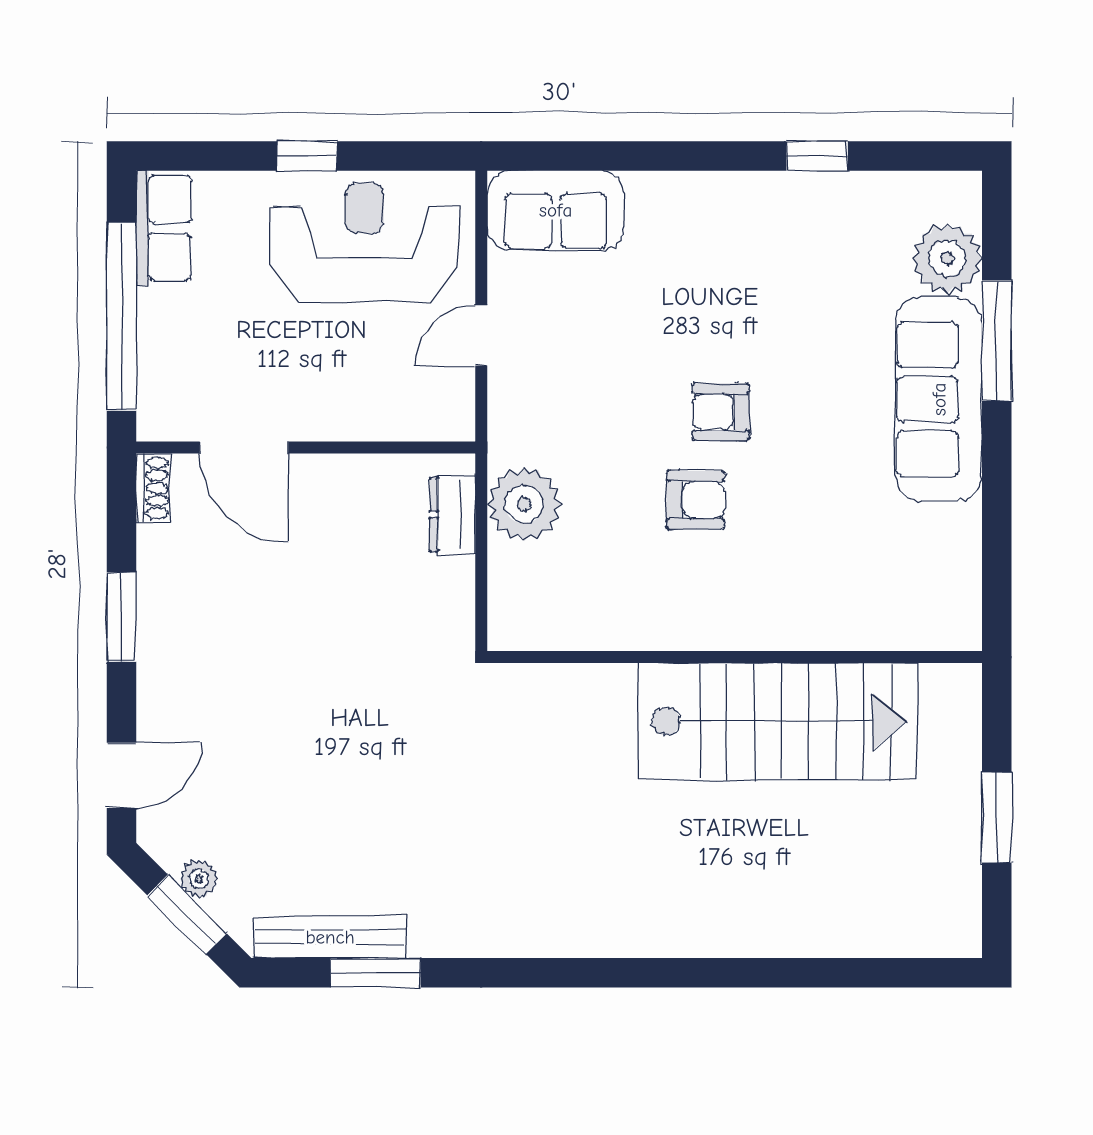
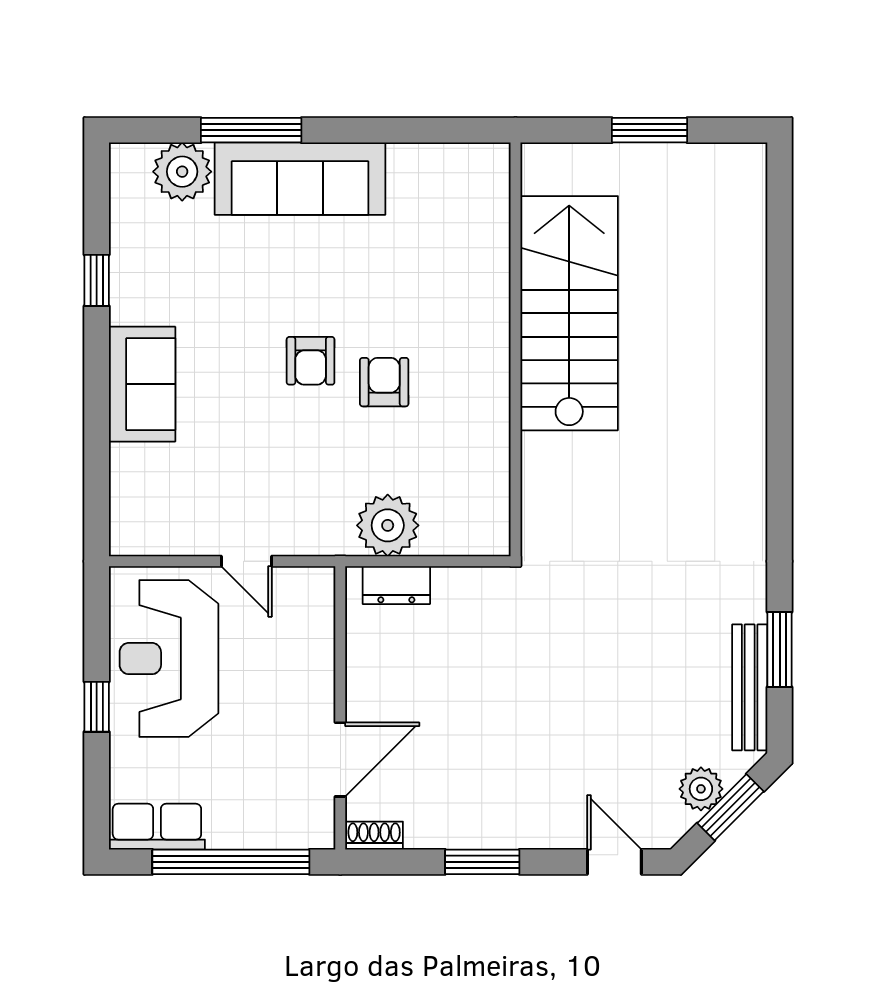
sofa: (556, 210) -> (142, 384), moved
plant: (199, 879) -> (701, 789), width x1.38, depth x1.38

